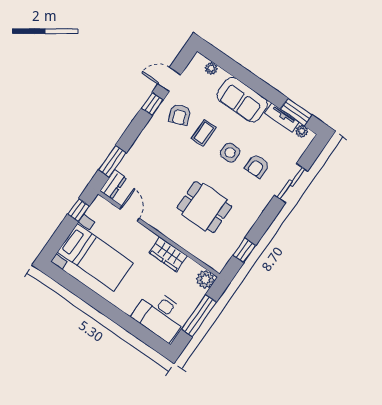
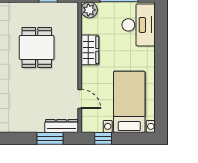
dresser: (113, 184) -> (62, 126), width x1.44
door: (130, 214) -> (80, 99), swing flipped

